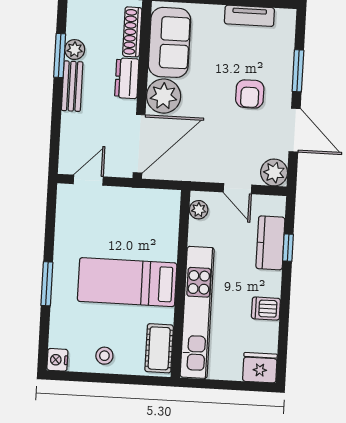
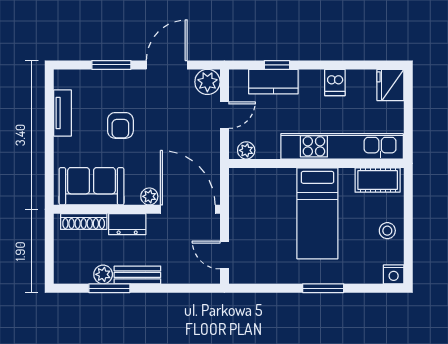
armchair: (250, 94) -> (120, 125), moved, turned 90
plant: (164, 96) -> (149, 196), width x0.53, depth x0.53

